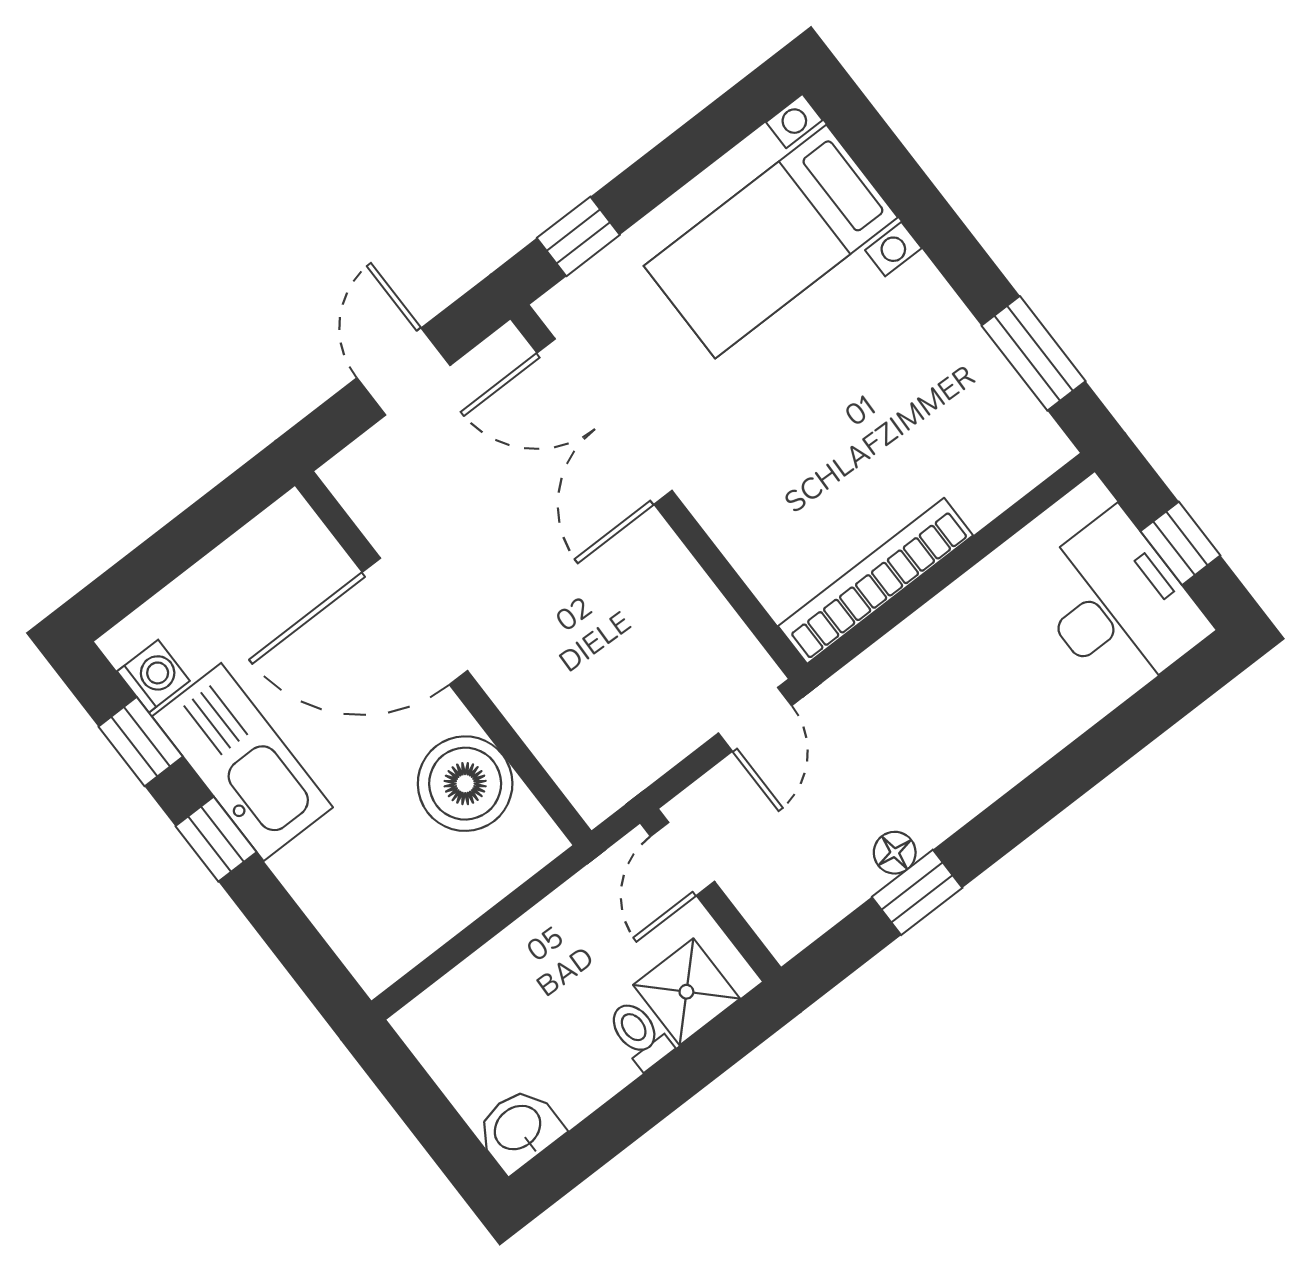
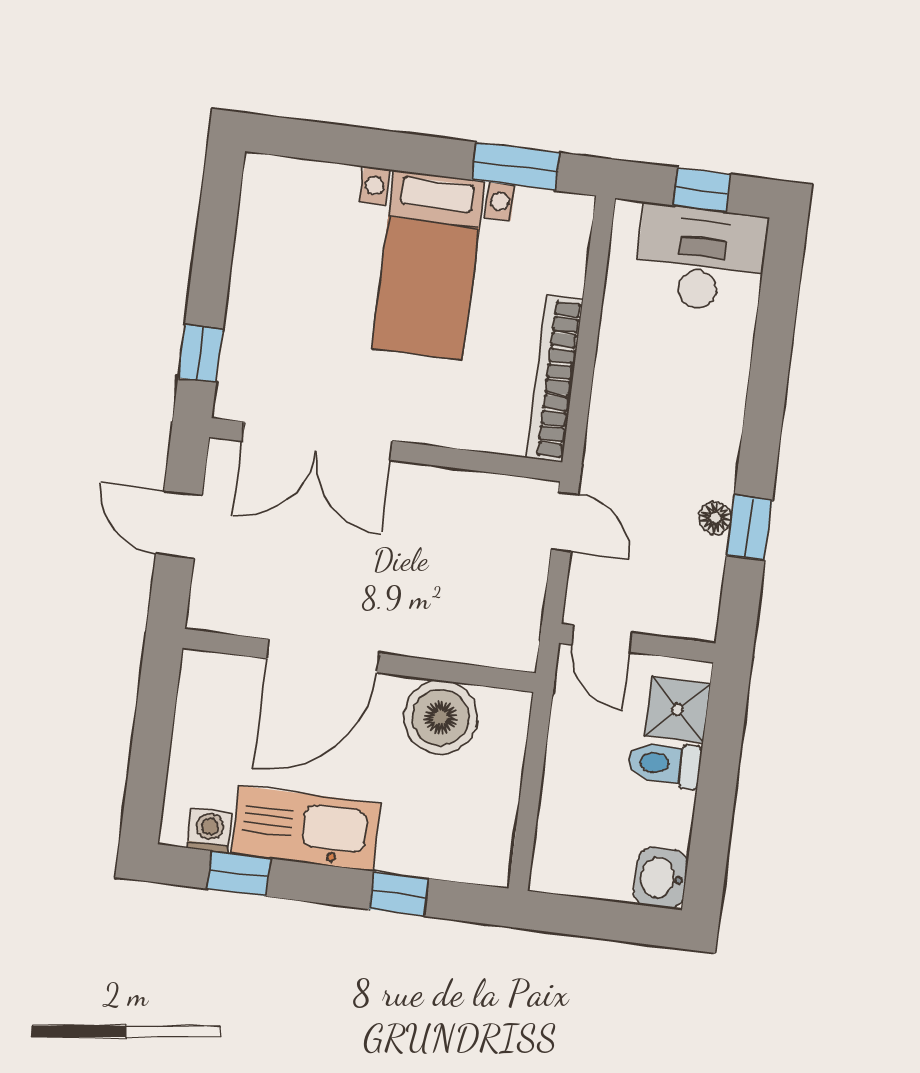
bed with nightstands: (771, 242) -> (428, 265), moved
window: (216, 839) -> (399, 894), moved
toilet: (639, 1034) -> (664, 764), width x1.37, depth x1.39

